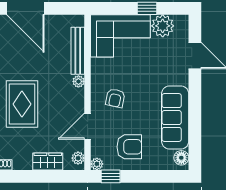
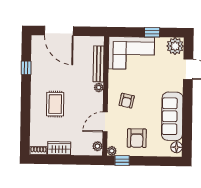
plant: (163, 26) -> (175, 46), moved
rug: (22, 104) -> (55, 104), width x0.73, depth x0.70
armchair: (129, 147) -> (137, 138), turned 90
wardrobe: (48, 161) -> (59, 148), moved

